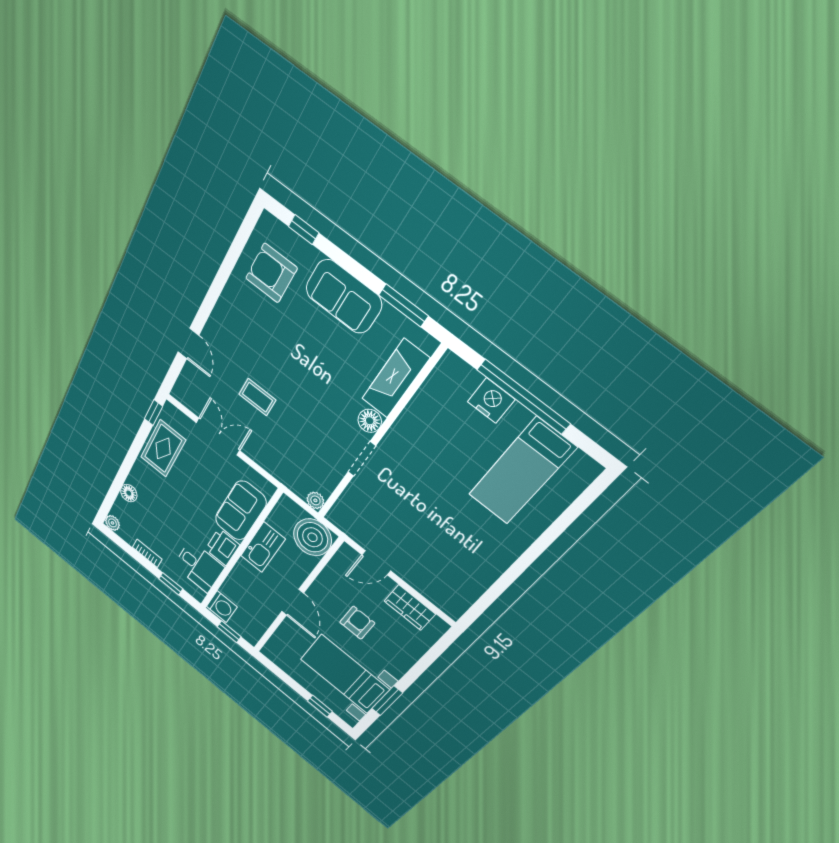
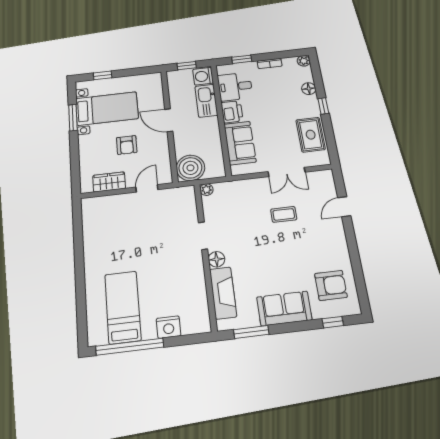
door: (188, 344) -> (344, 207), hinge flipped
window: (523, 397) -> (130, 347), moved
window: (154, 413) -> (323, 106), moved
kitchen sink: (263, 547) -> (206, 101), moved

